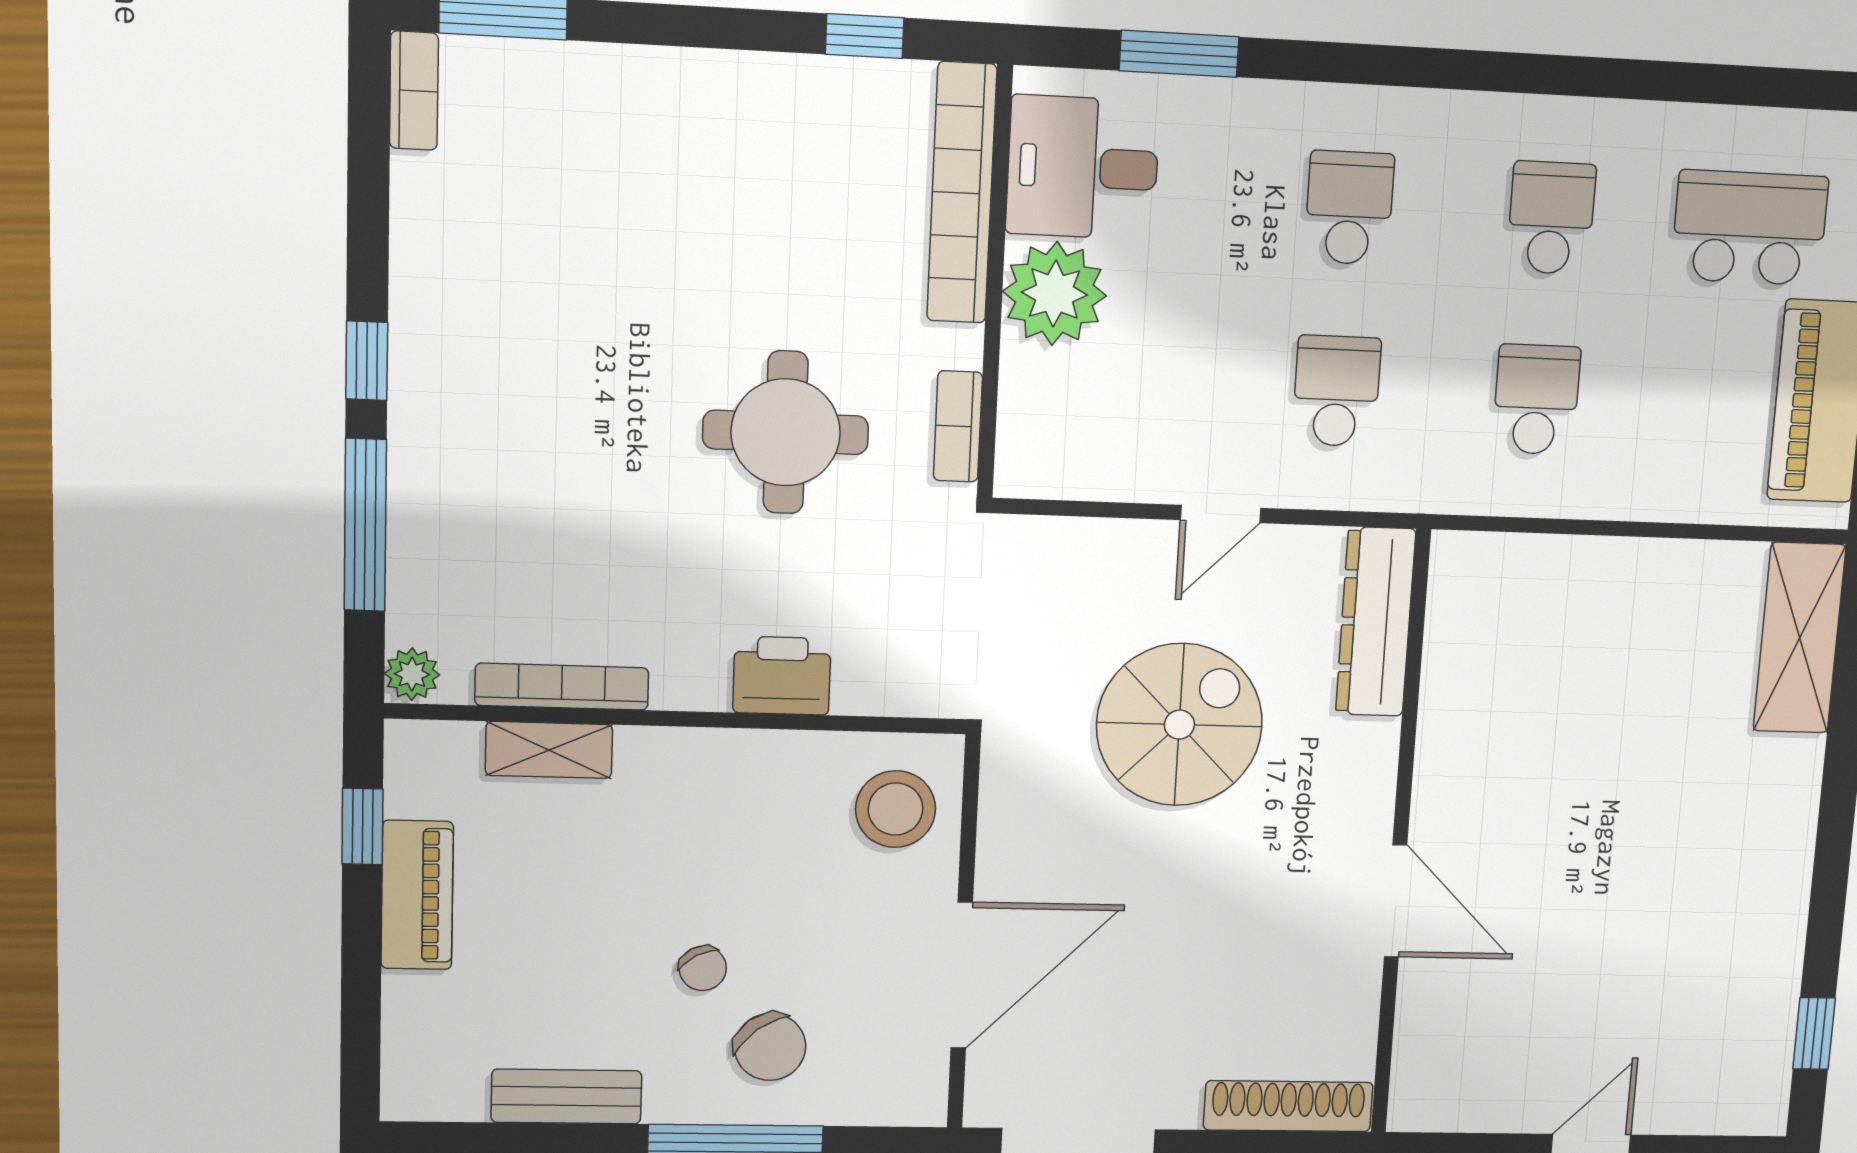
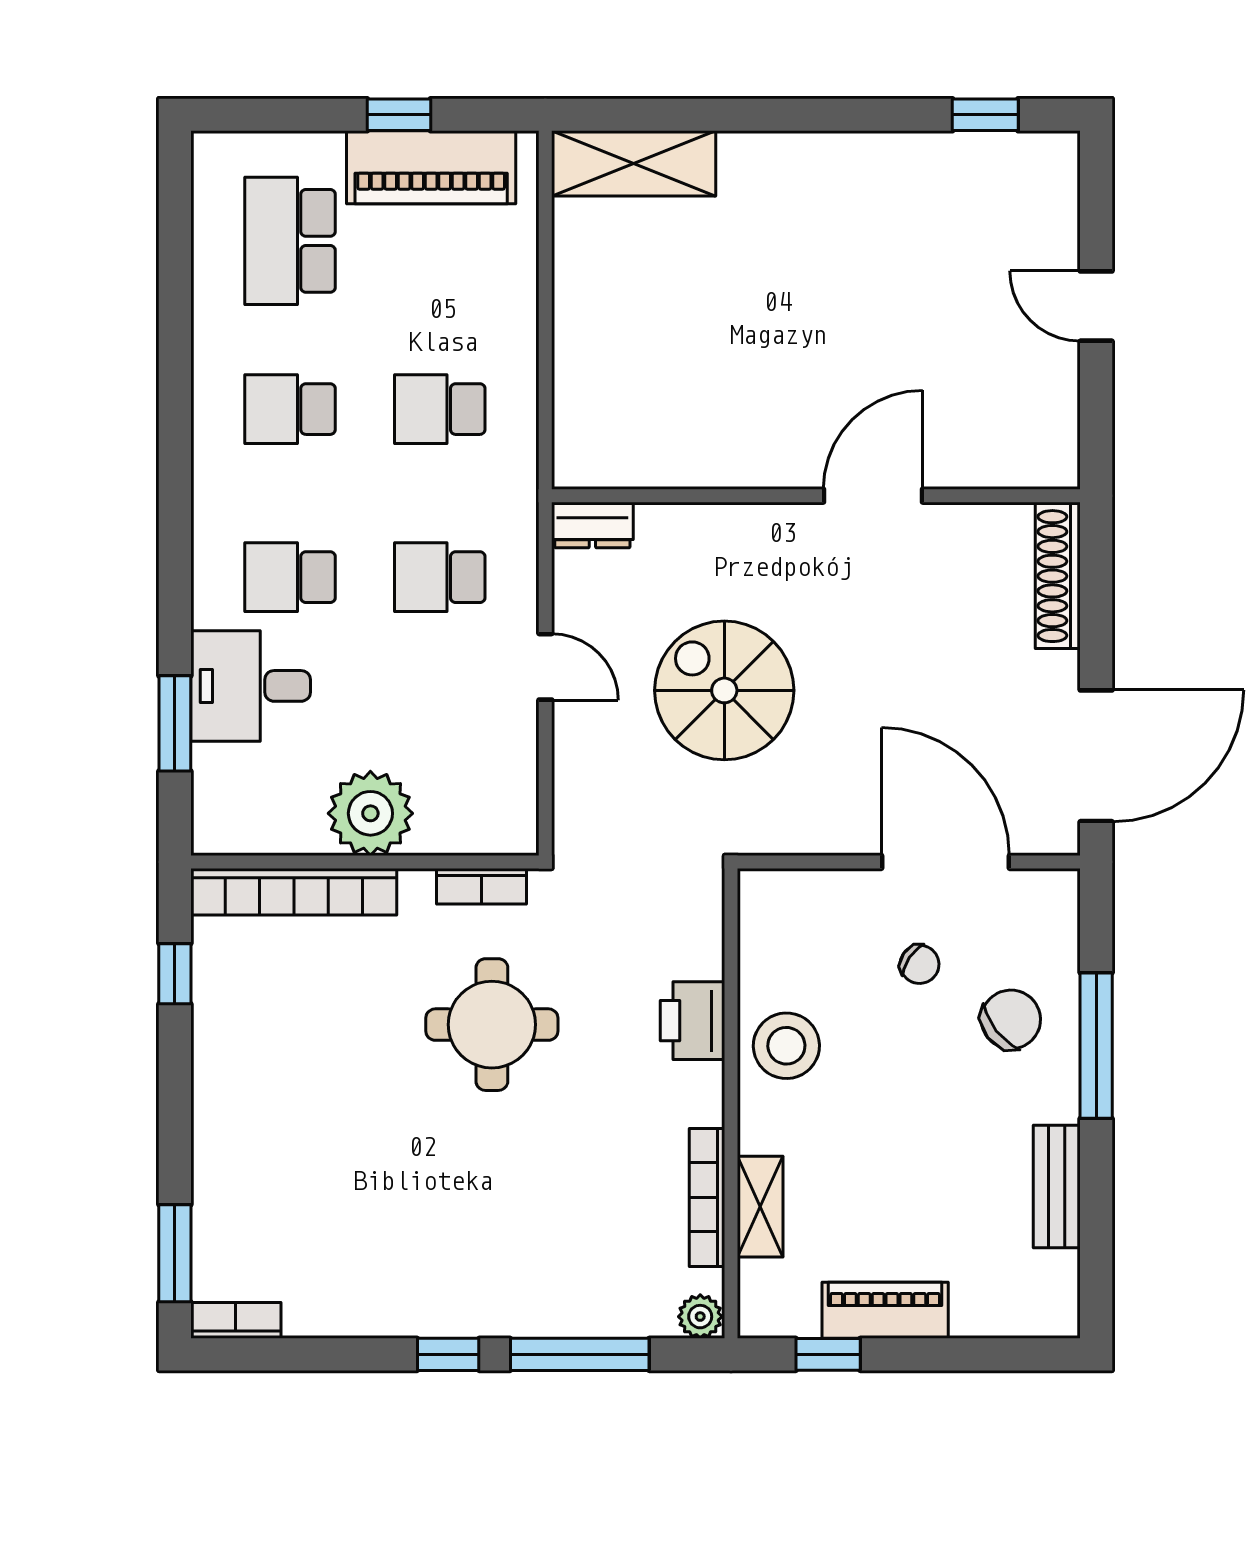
desk: (1083, 167) -> (251, 686), moved, turned 90
dresser: (1376, 622) -> (592, 525), width x0.51, depth x0.80
stool: (896, 809) -> (786, 1046), moved
chair: (703, 968) -> (920, 964), moved, turned 63

